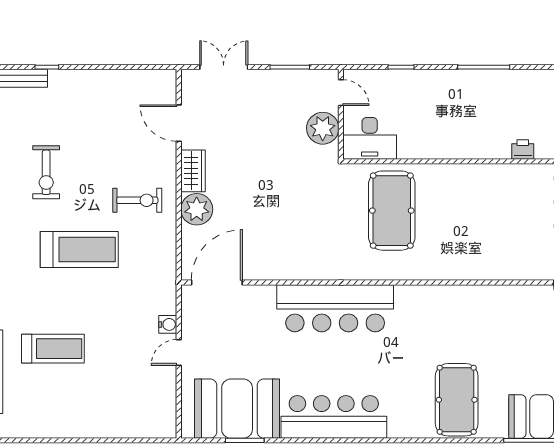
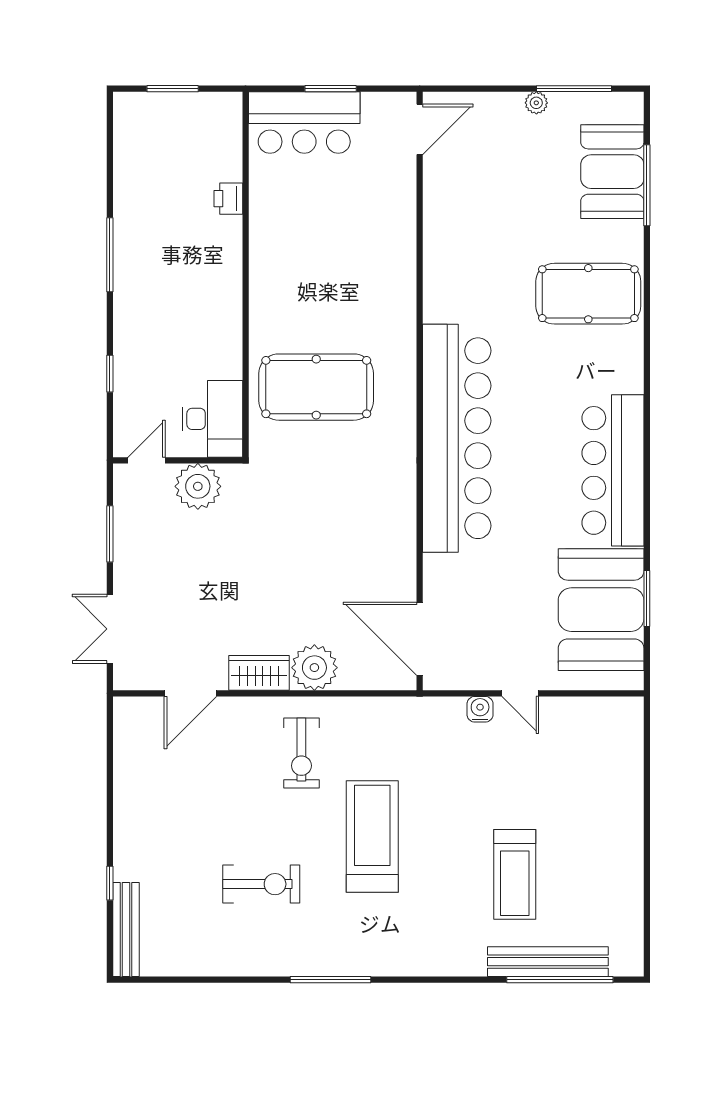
exercise bike: (137, 200) -> (301, 753), turned 180
bar counter: (335, 308) -> (457, 438), width x1.36
treadmill: (53, 349) -> (515, 874), turned 180

